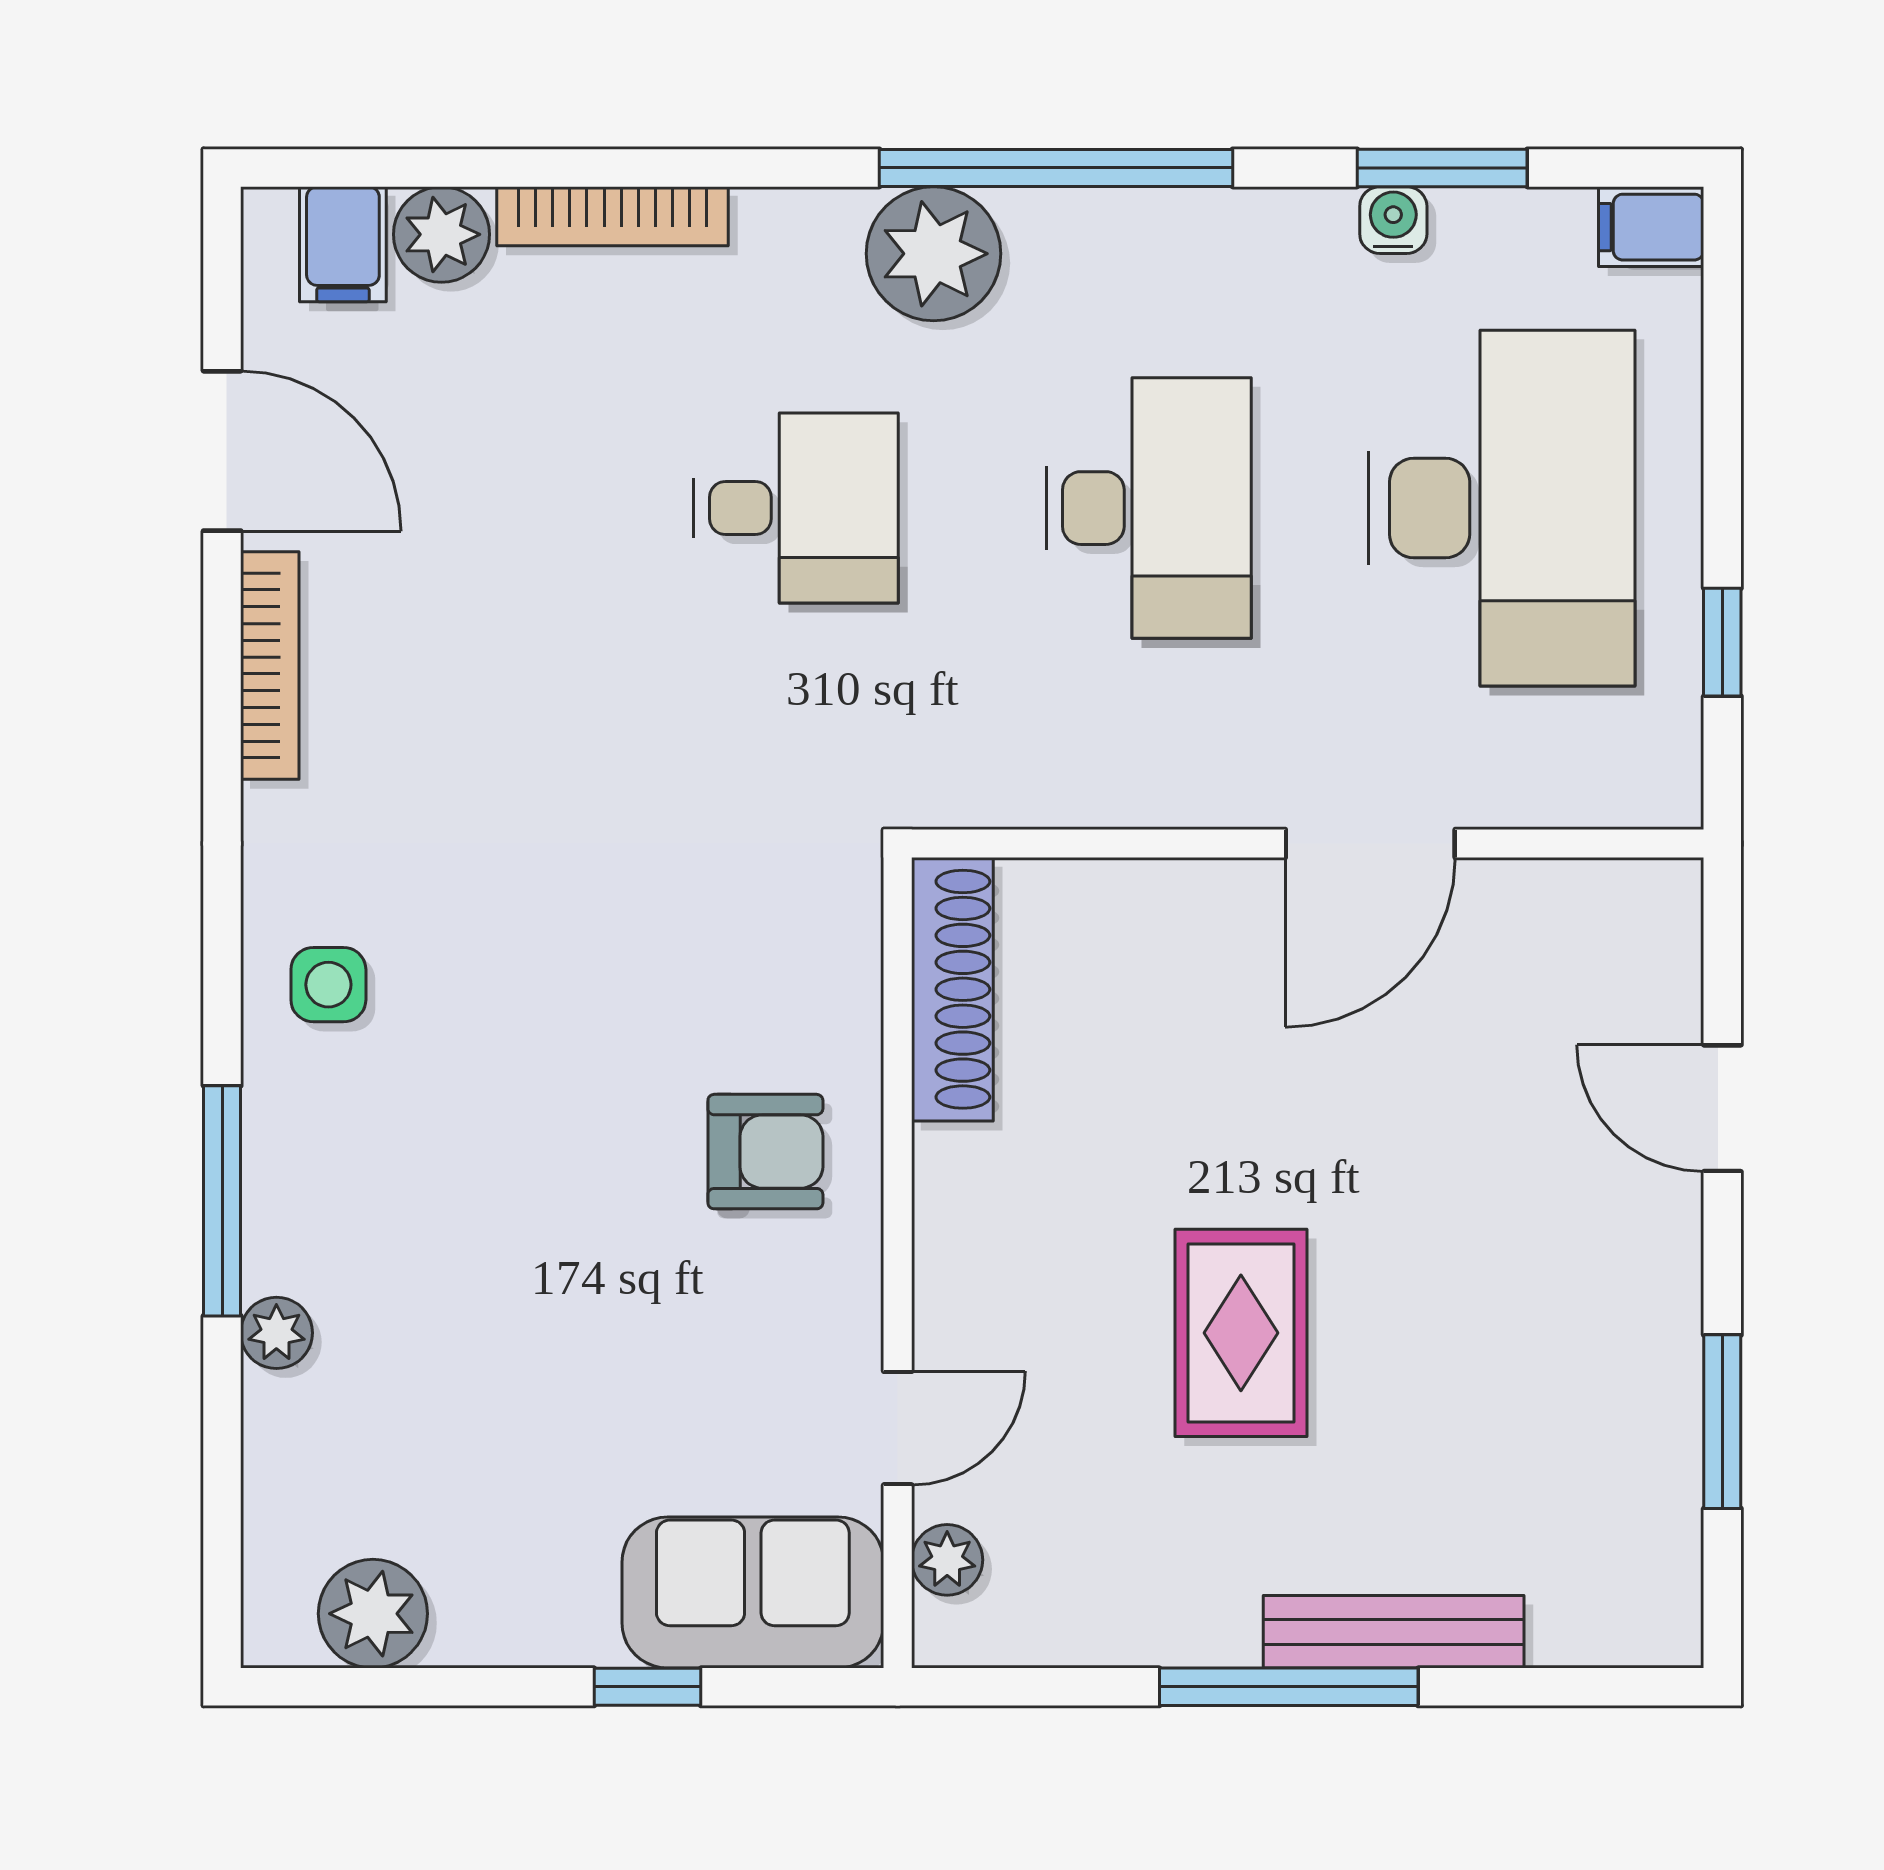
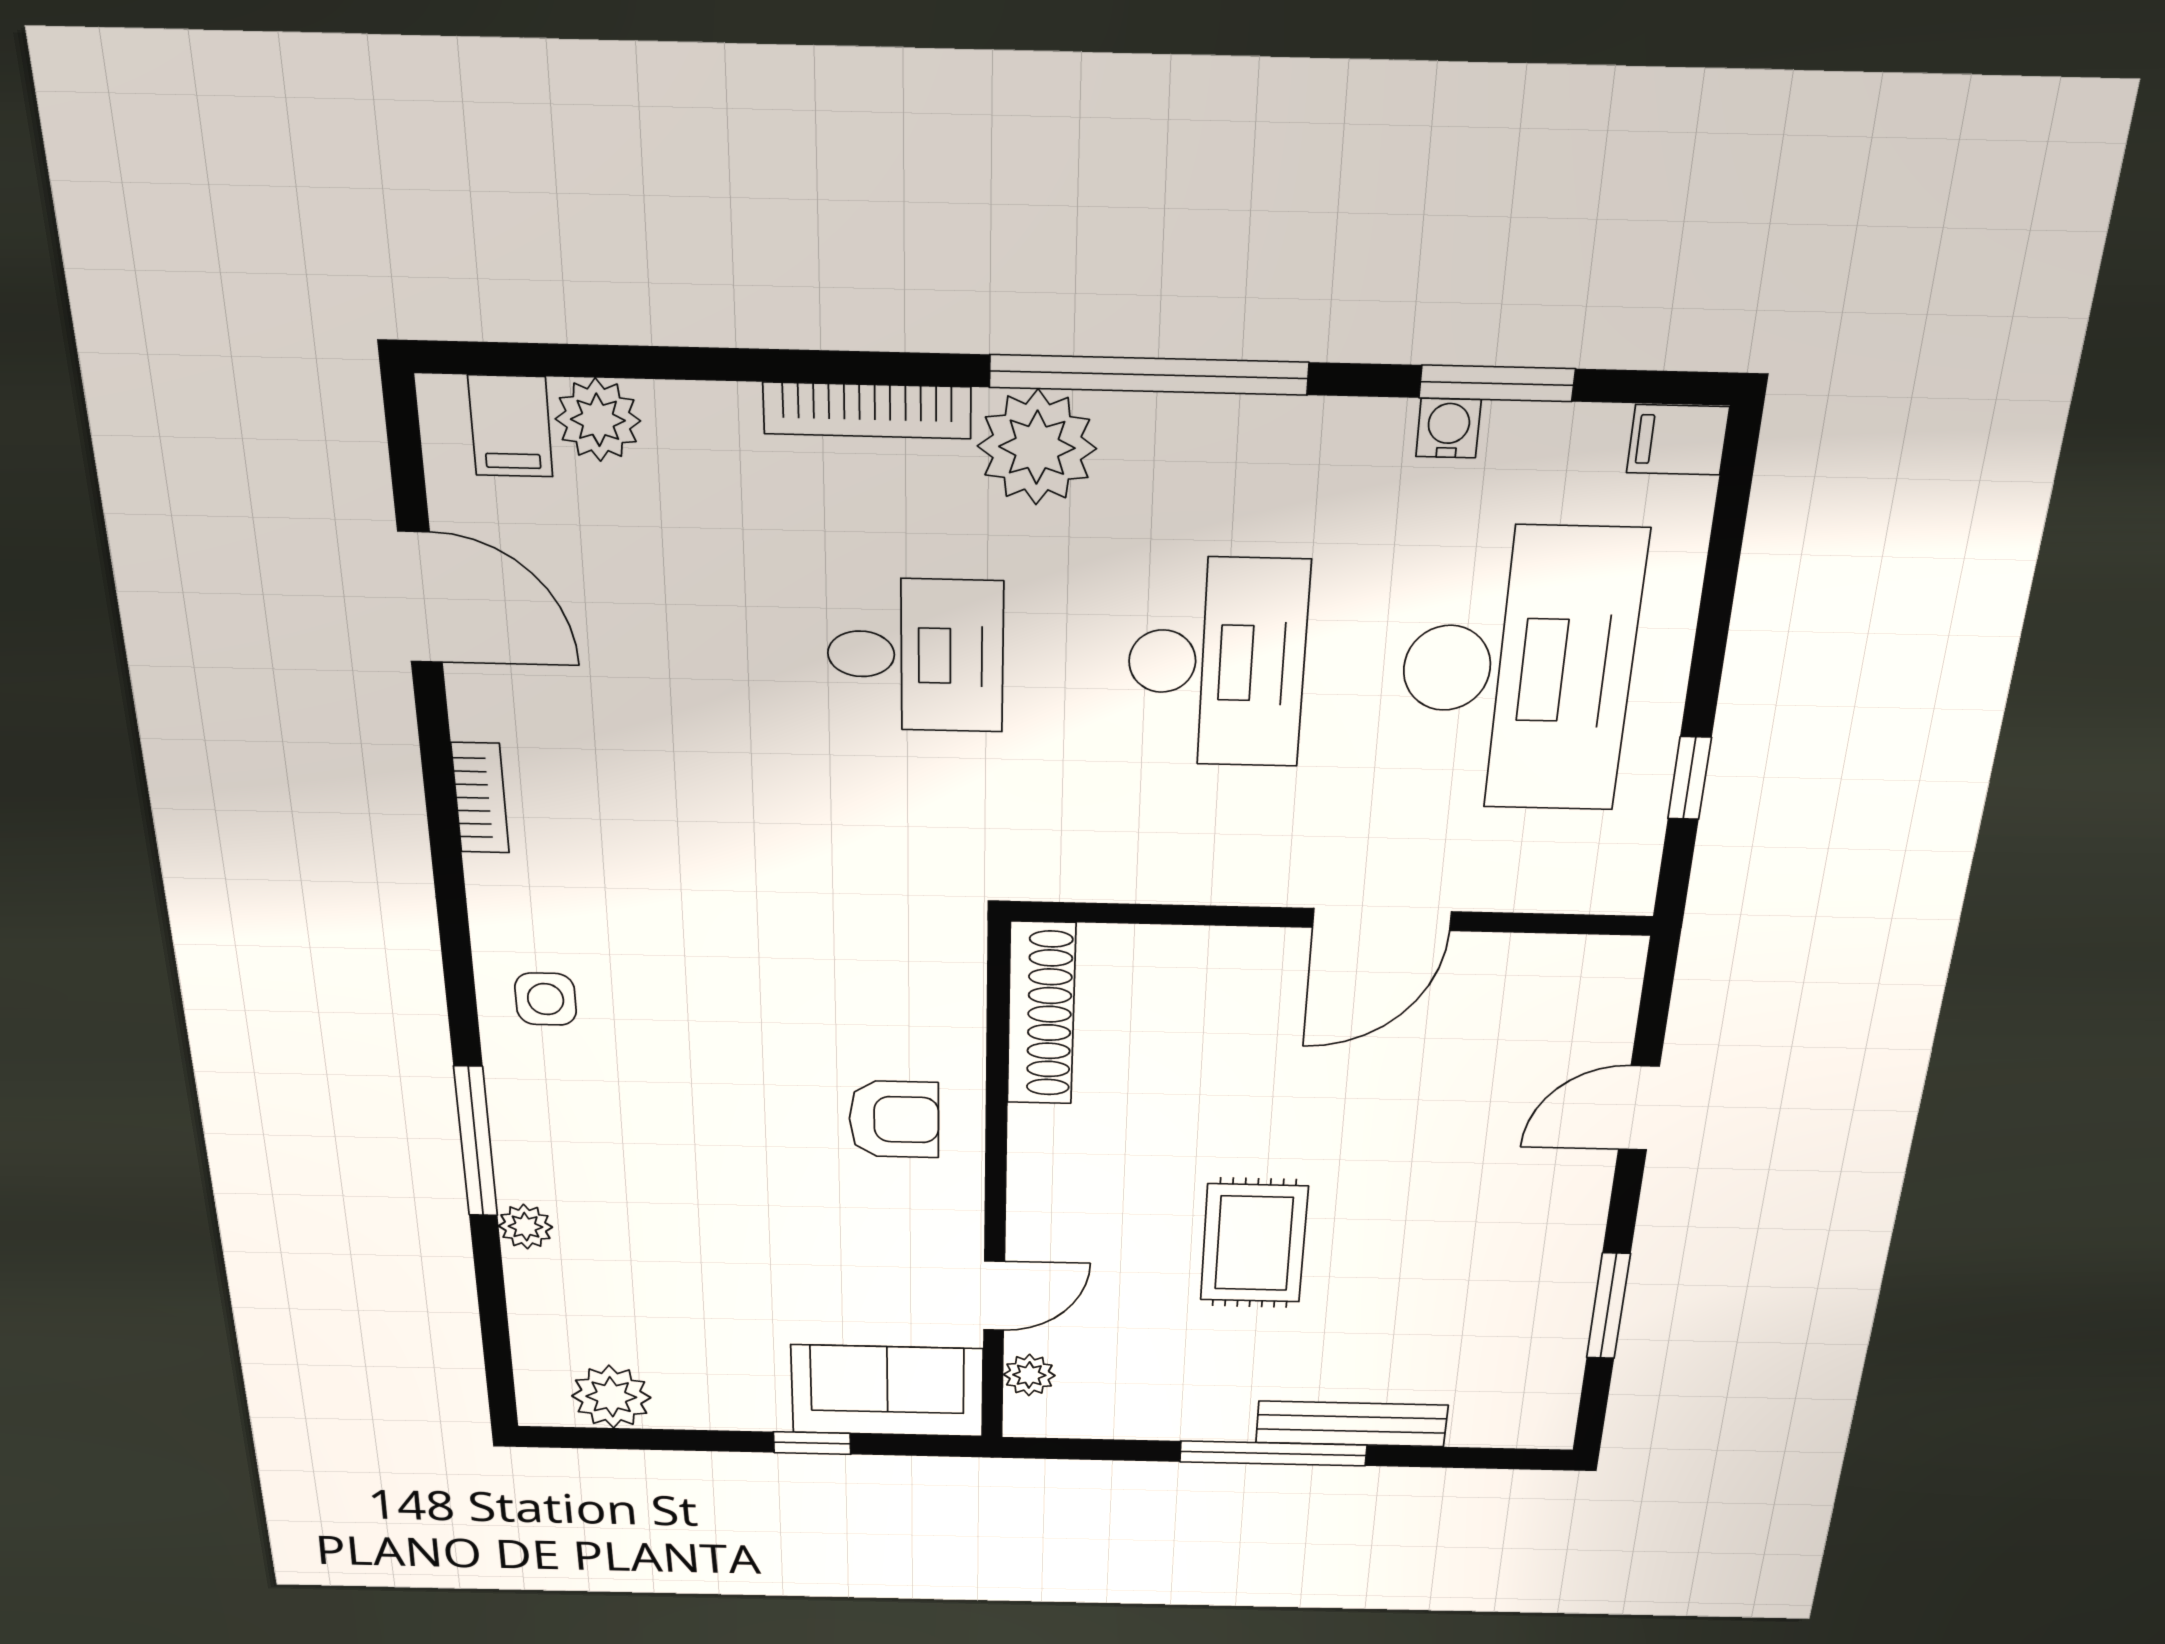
bookcase: (613, 216) -> (867, 410), moved
bookcase: (270, 666) -> (480, 798), width x0.64
door: (1722, 1108) -> (1639, 1108), hinge flipped

